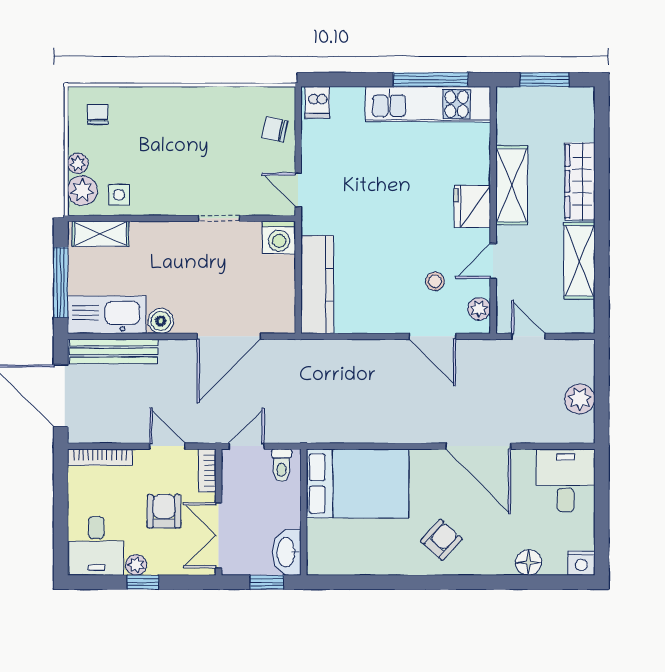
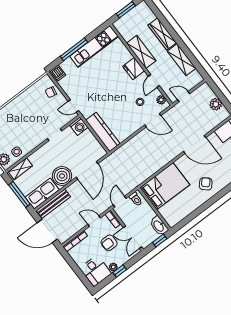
window: (431, 80) -> (74, 49), moved
boiler: (161, 321) -> (62, 176), width x1.86, depth x1.86
armchair: (164, 511) -> (109, 243), turned -90

